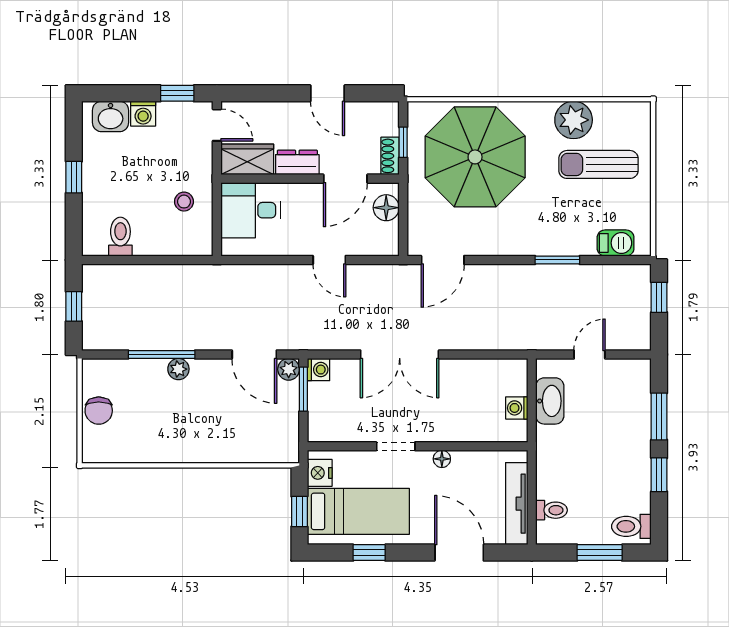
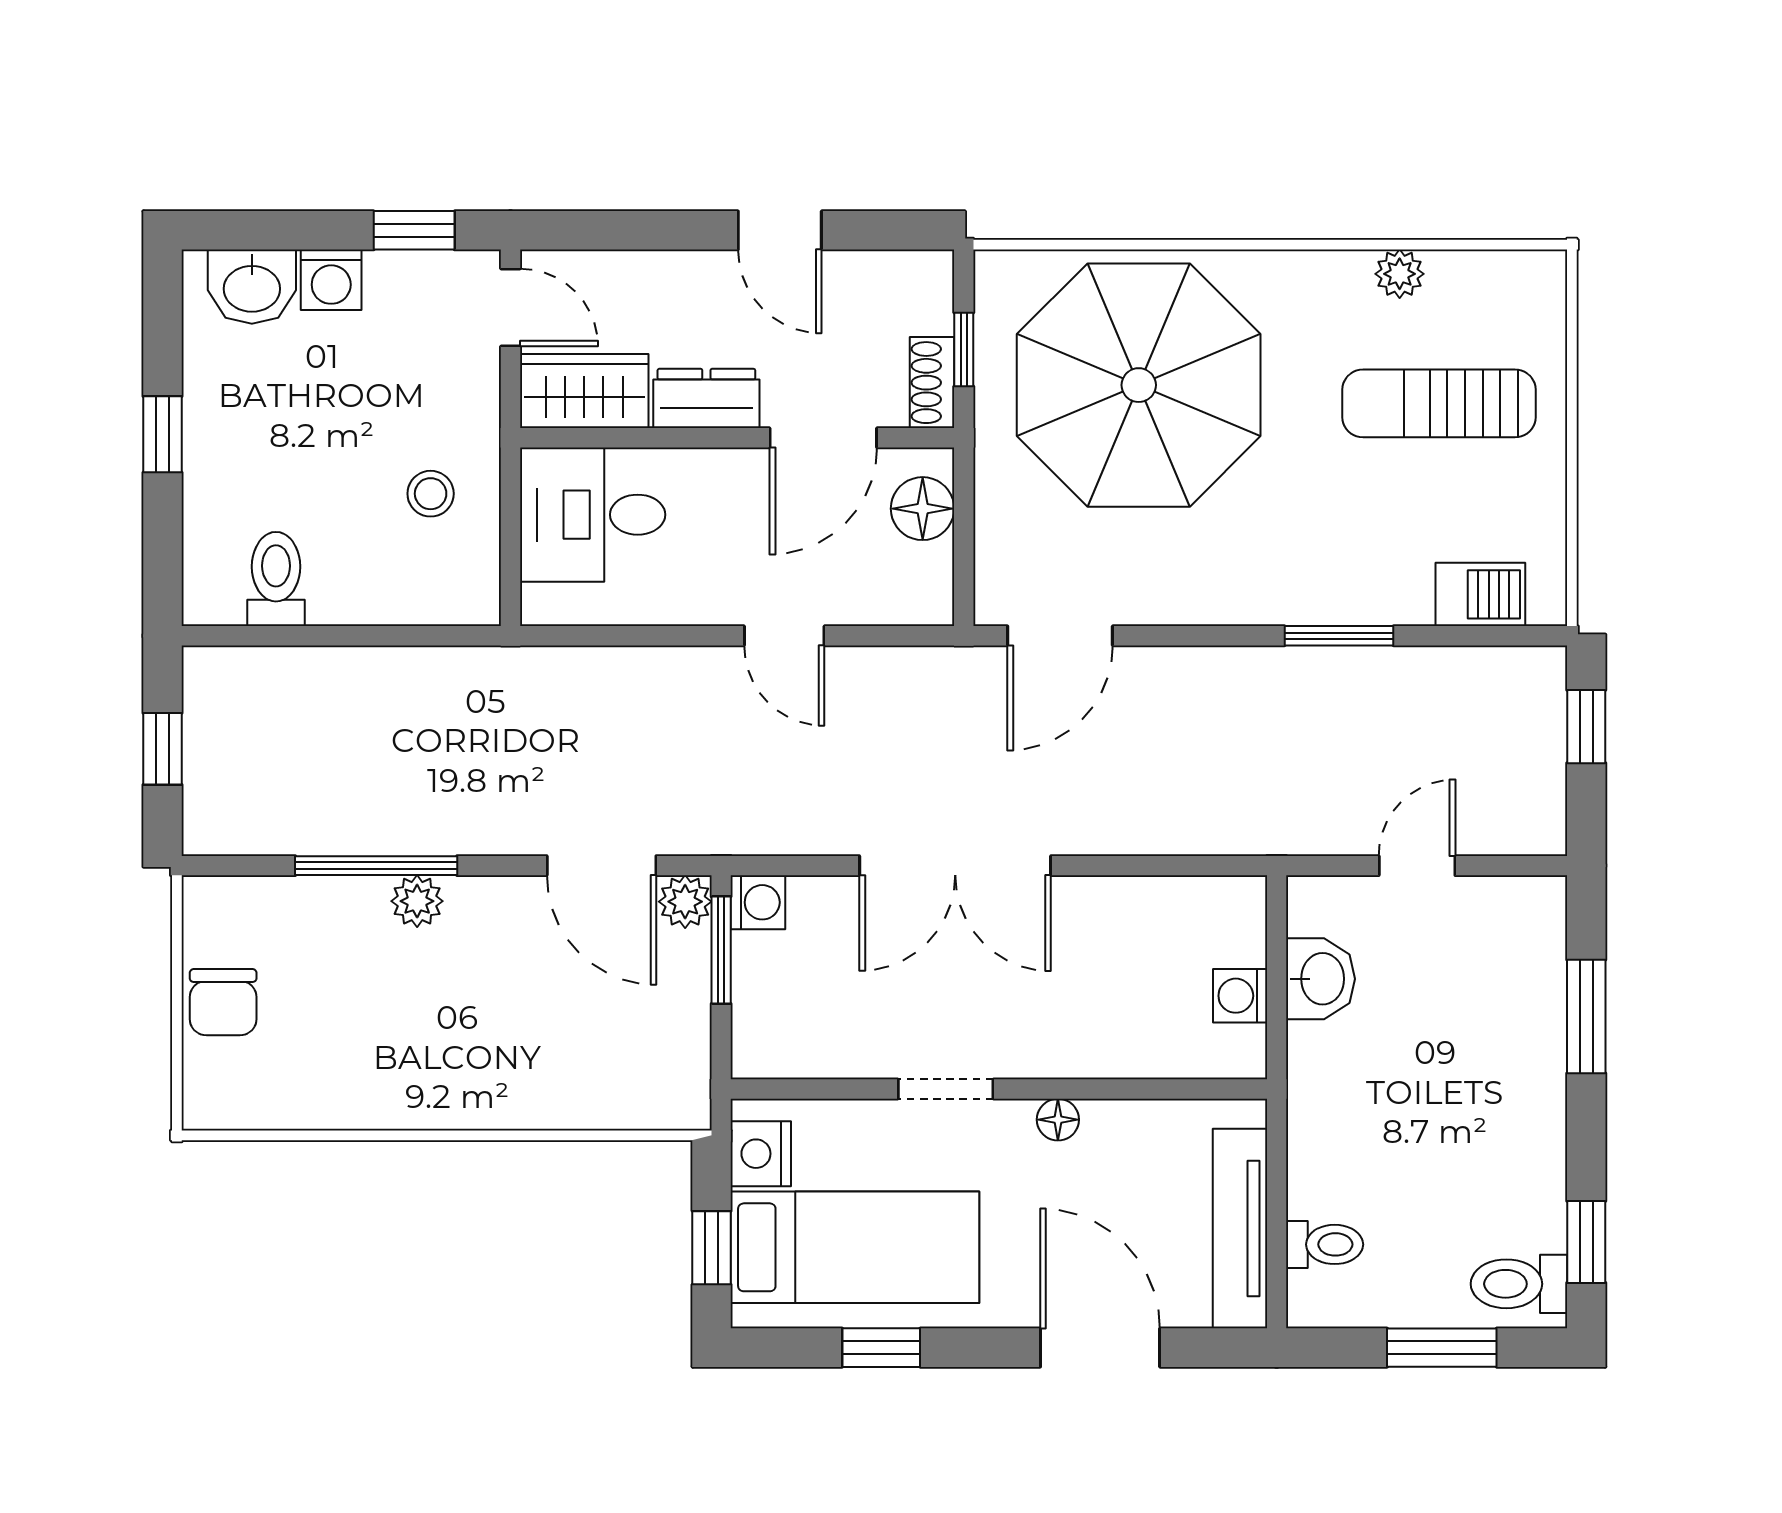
plant: (574, 120) -> (1400, 274), width x0.53, depth x0.53
washbasin: (550, 401) -> (1321, 979), width x0.72
window: (659, 475) -> (1586, 1242), moved

